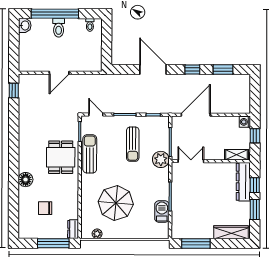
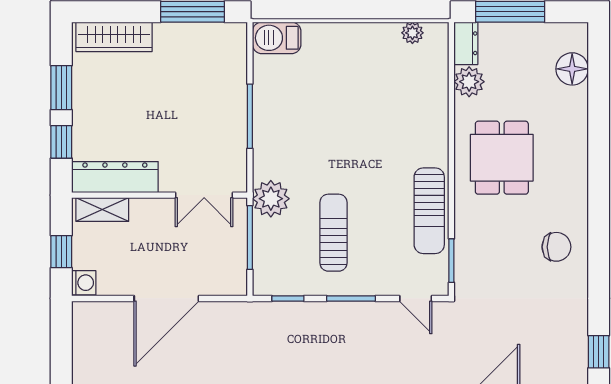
door: (196, 115) -> (166, 298), moved
dining table: (61, 157) -> (502, 158), moved
floor lamp: (26, 180) -> (572, 69), moved
dresser: (243, 182) -> (115, 177), moved, turned -90
parasol: (116, 203) -> (371, 101), removed
chair: (45, 208) -> (556, 247), moved
plant: (72, 212) -> (469, 82), added
barbecue: (162, 212) -> (277, 38), moved, turned 90

